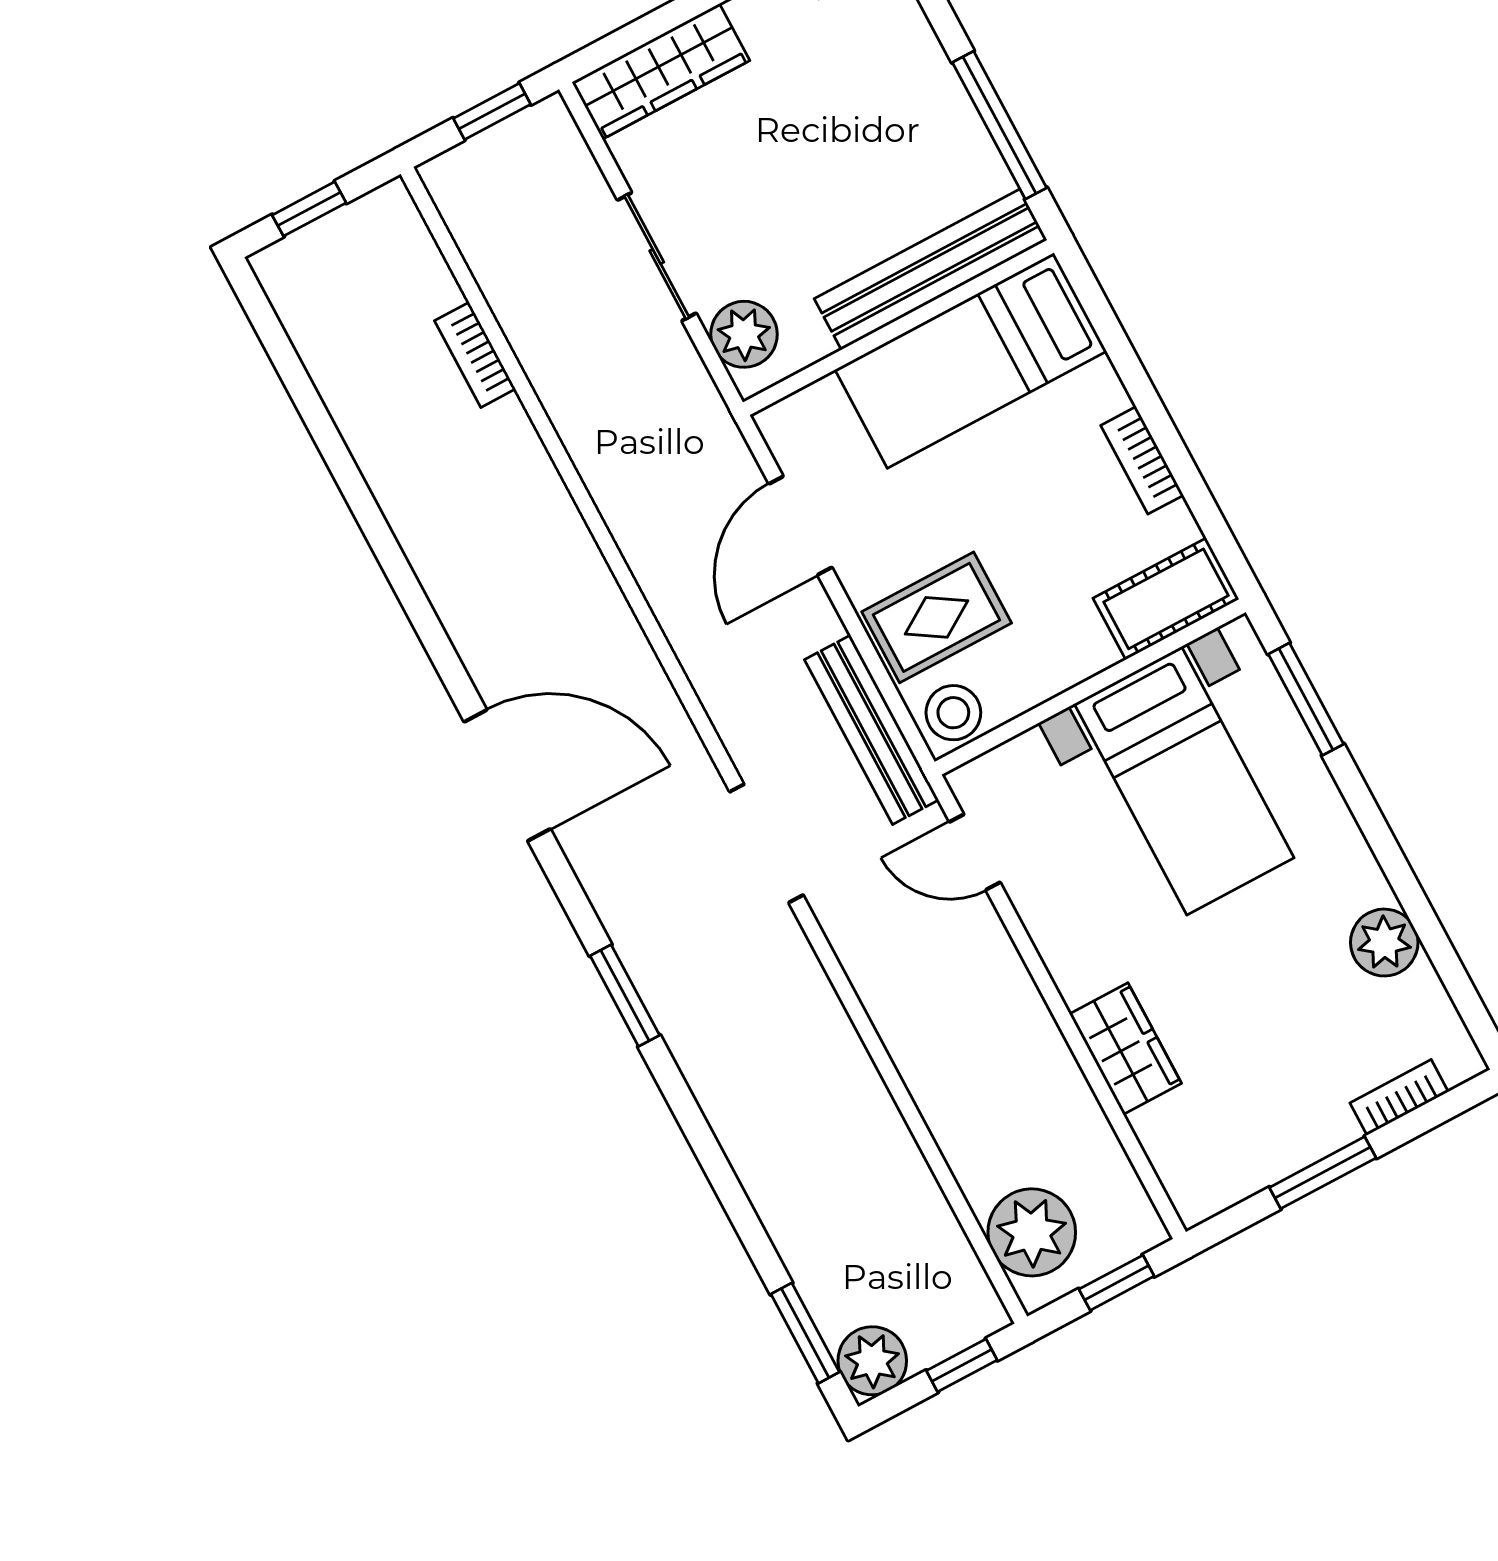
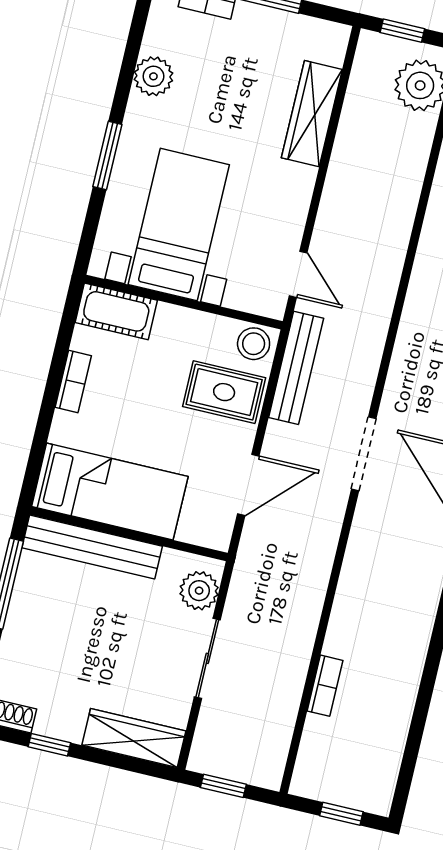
window: (1306, 699) -> (107, 155), moved
doorway: (766, 843) -> (364, 454), moved
wardrobe: (1125, 1049) -> (312, 114), width x1.50

